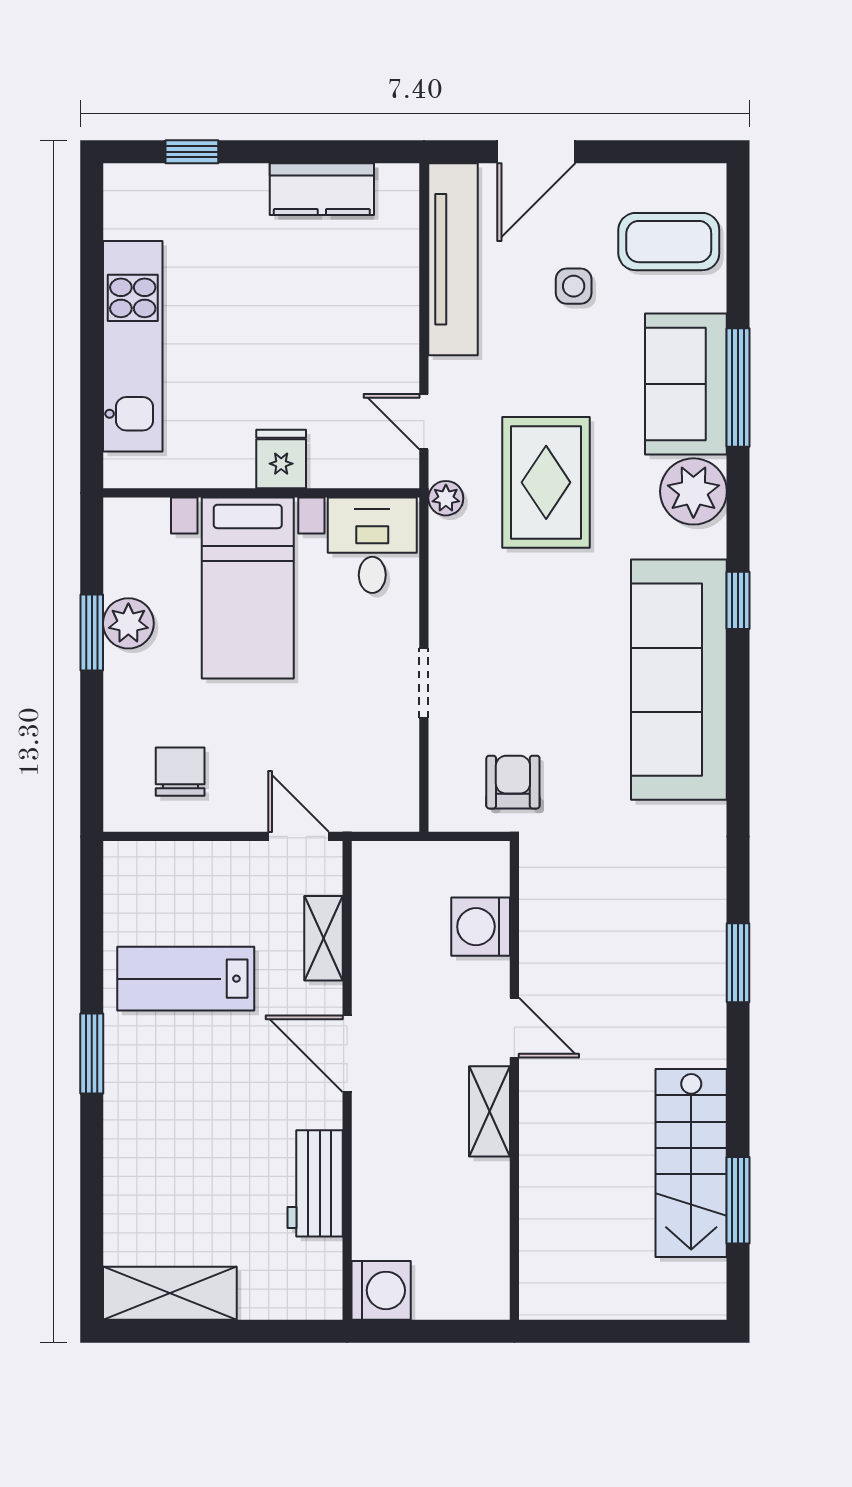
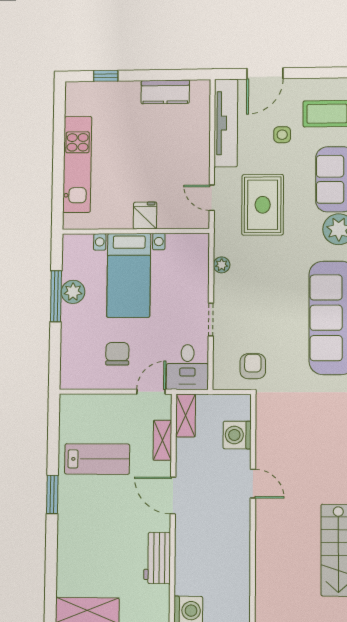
rug: (546, 482) -> (263, 205), moved
plant: (446, 498) -> (222, 265), moved
desk: (372, 545) -> (187, 367), moved, turned 180
window: (92, 632) -> (56, 296), width x1.44
chair: (180, 772) -> (117, 354), moved
door: (299, 836) -> (151, 392), hinge flipped
lab bench: (186, 979) -> (97, 459), turned 180
shelving: (489, 1111) -> (186, 415), moved

